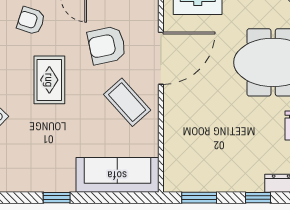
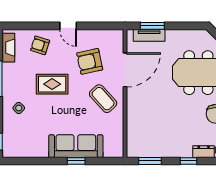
rug: (49, 80) -> (52, 84), turned 90
sofa: (117, 175) -> (76, 146), moved
window: (57, 198) -> (76, 161), moved

